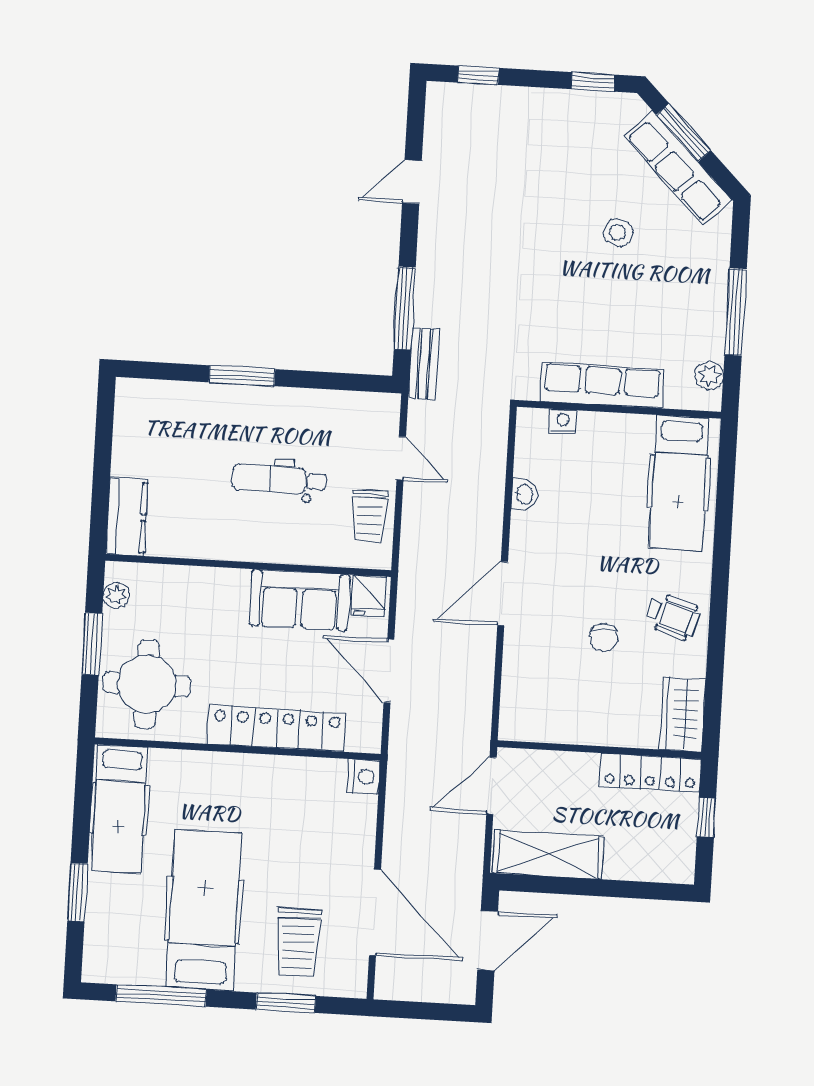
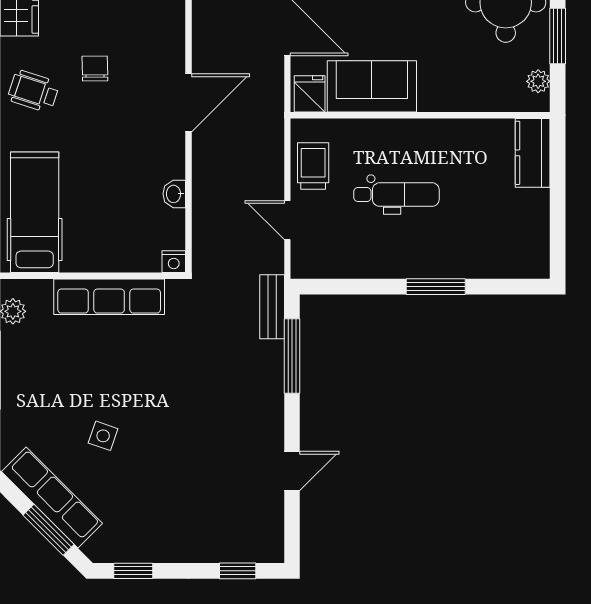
nightstand: (563, 422) -> (174, 262), moved

